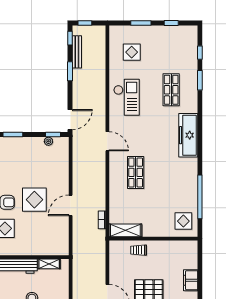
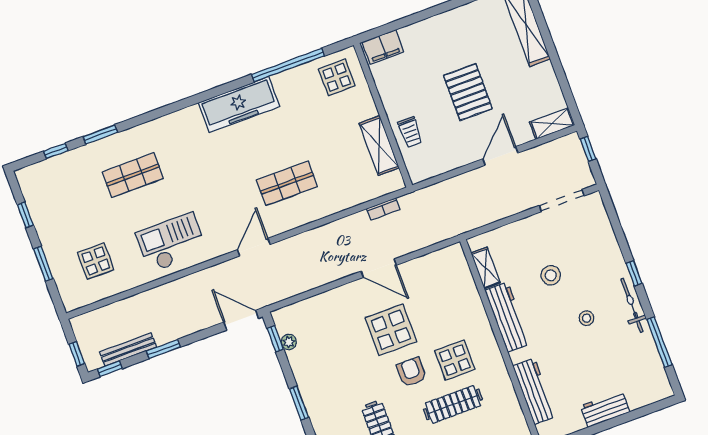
freezer: (188, 135) -> (239, 105), moved
shelving: (125, 230) -> (379, 145), moved
filing cabinet: (191, 280) -> (383, 47), moved

